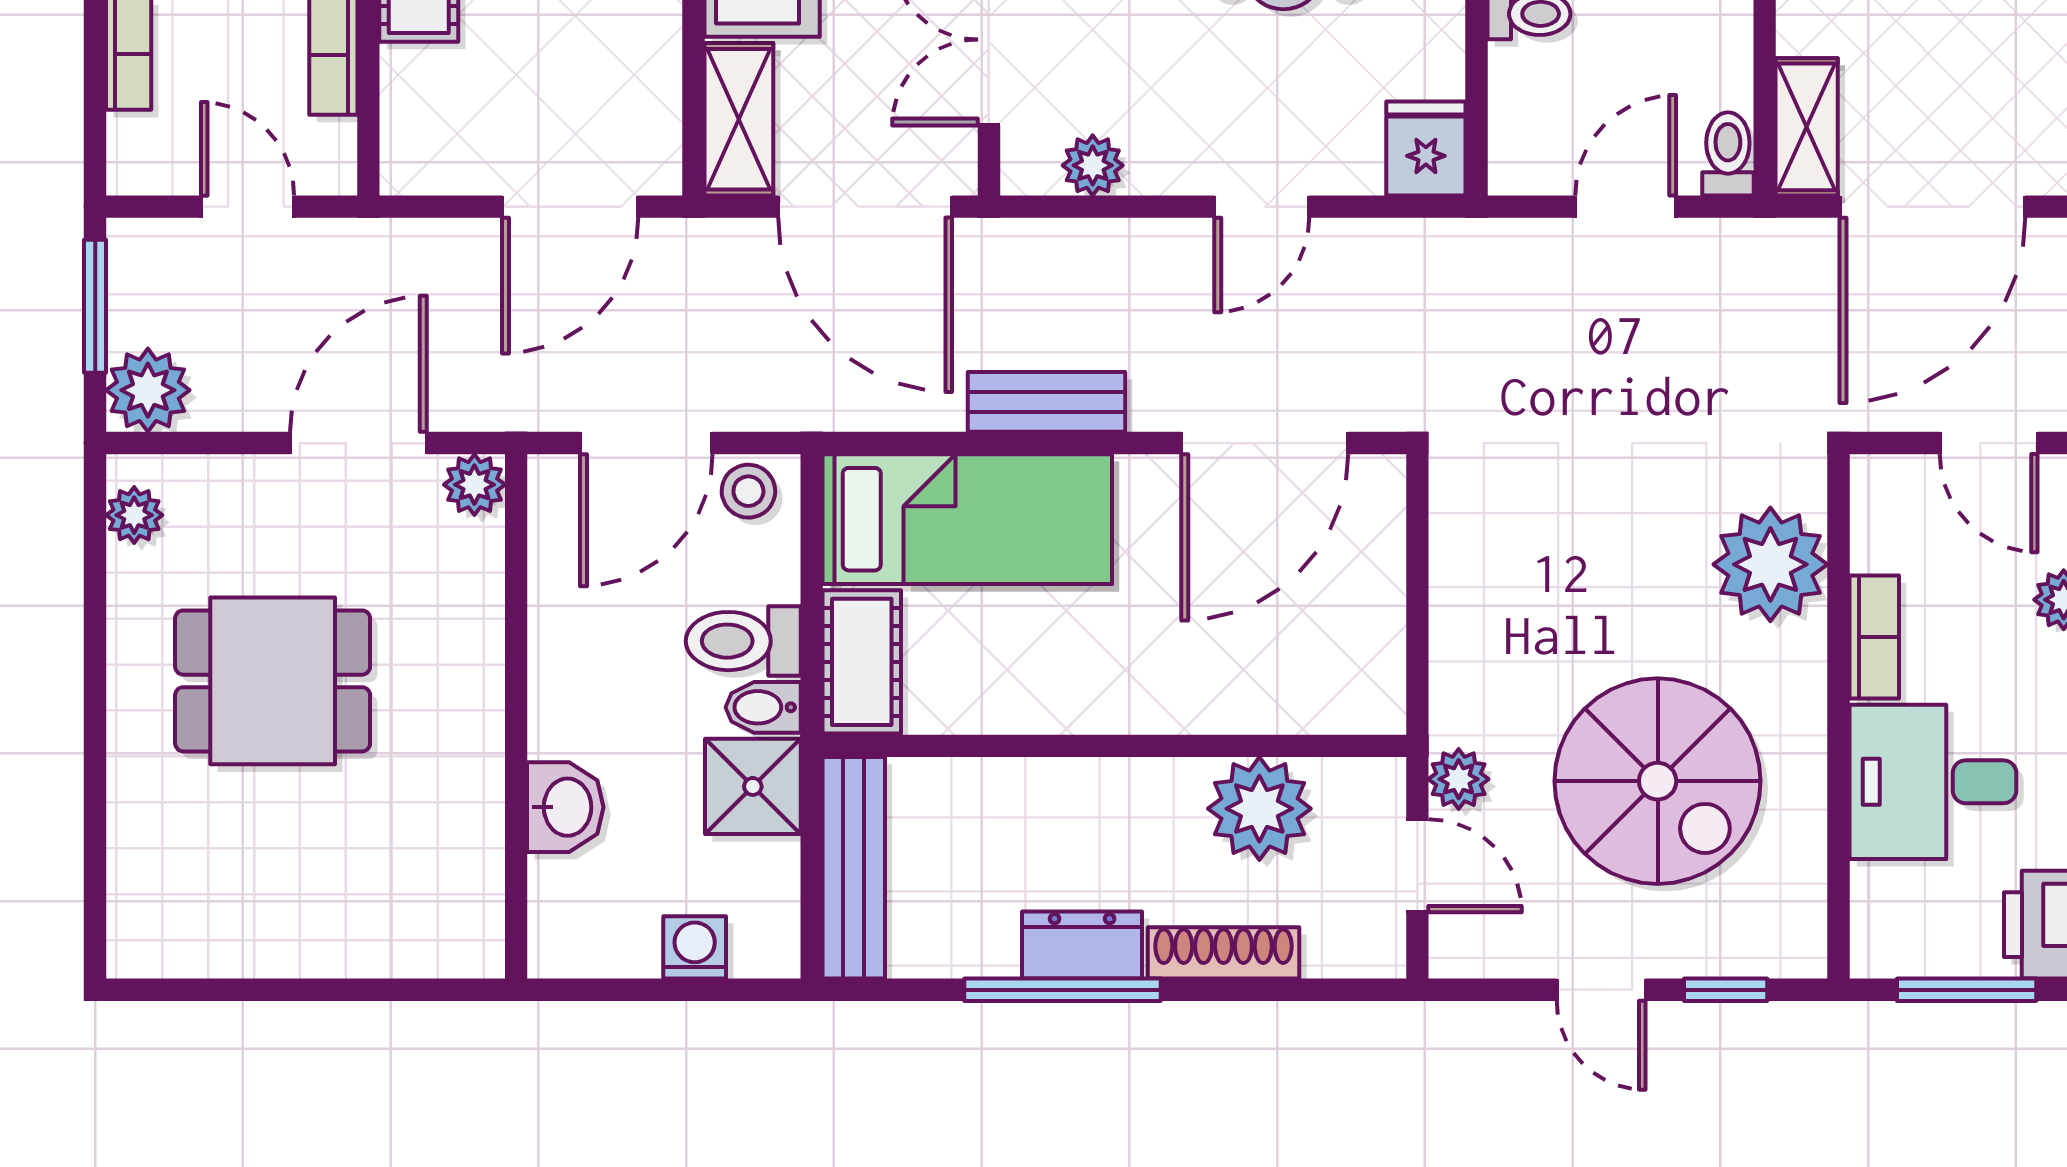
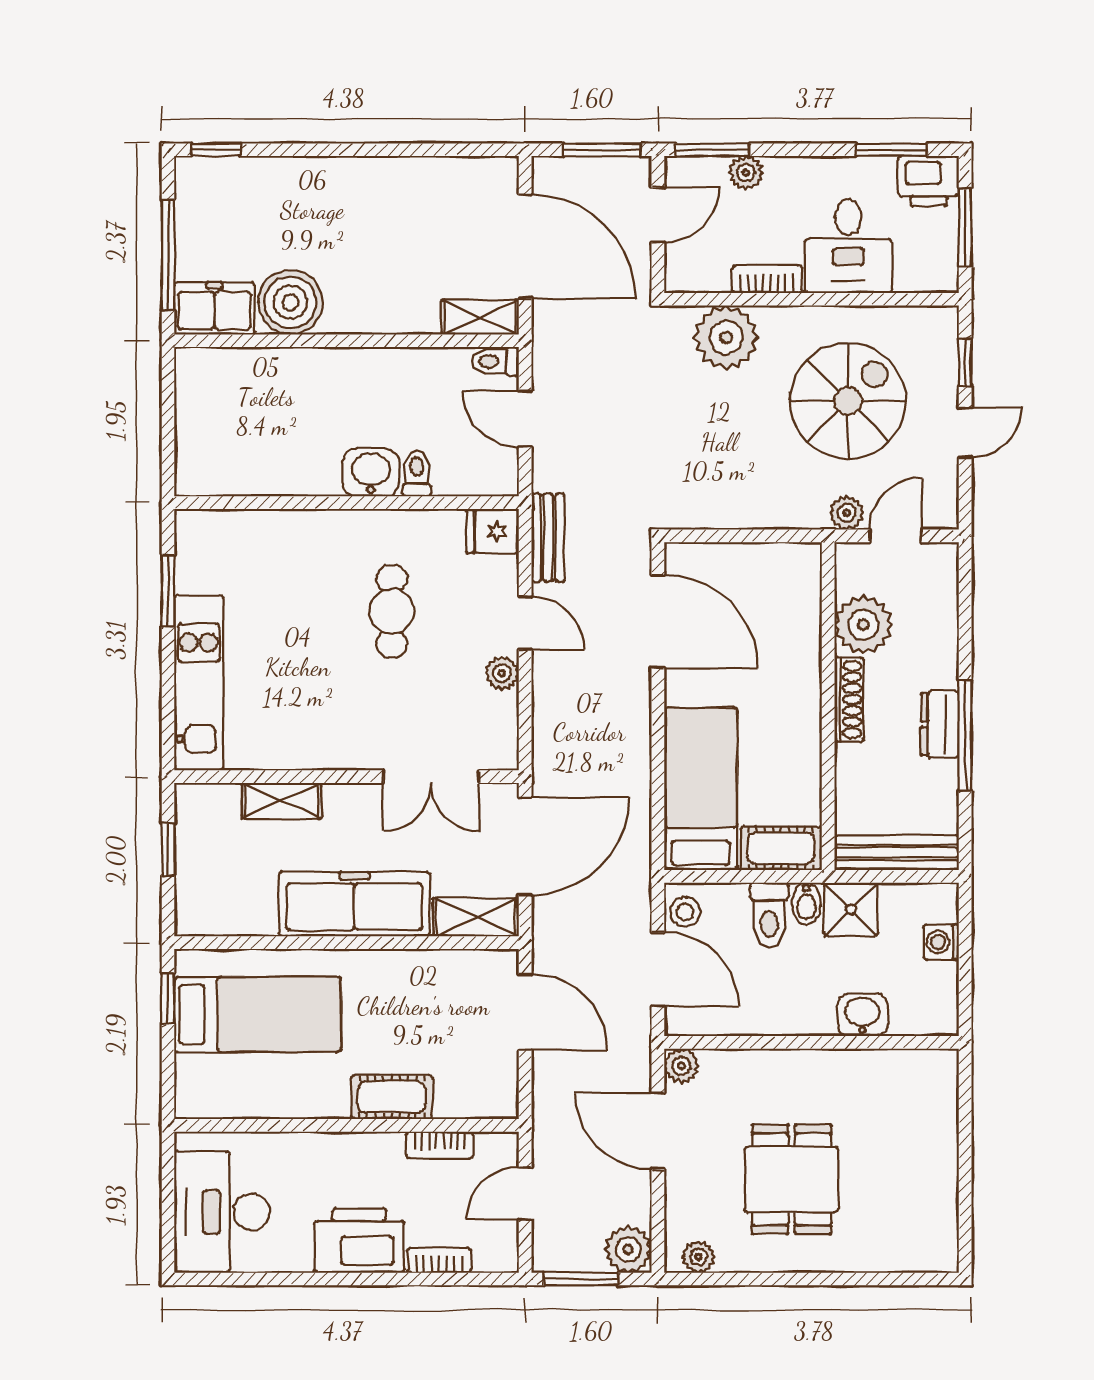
plant: (1093, 165) -> (502, 673), moved
bench: (1046, 402) -> (548, 538), moved
shoe rack: (1223, 953) -> (849, 699), moved, turned 180

